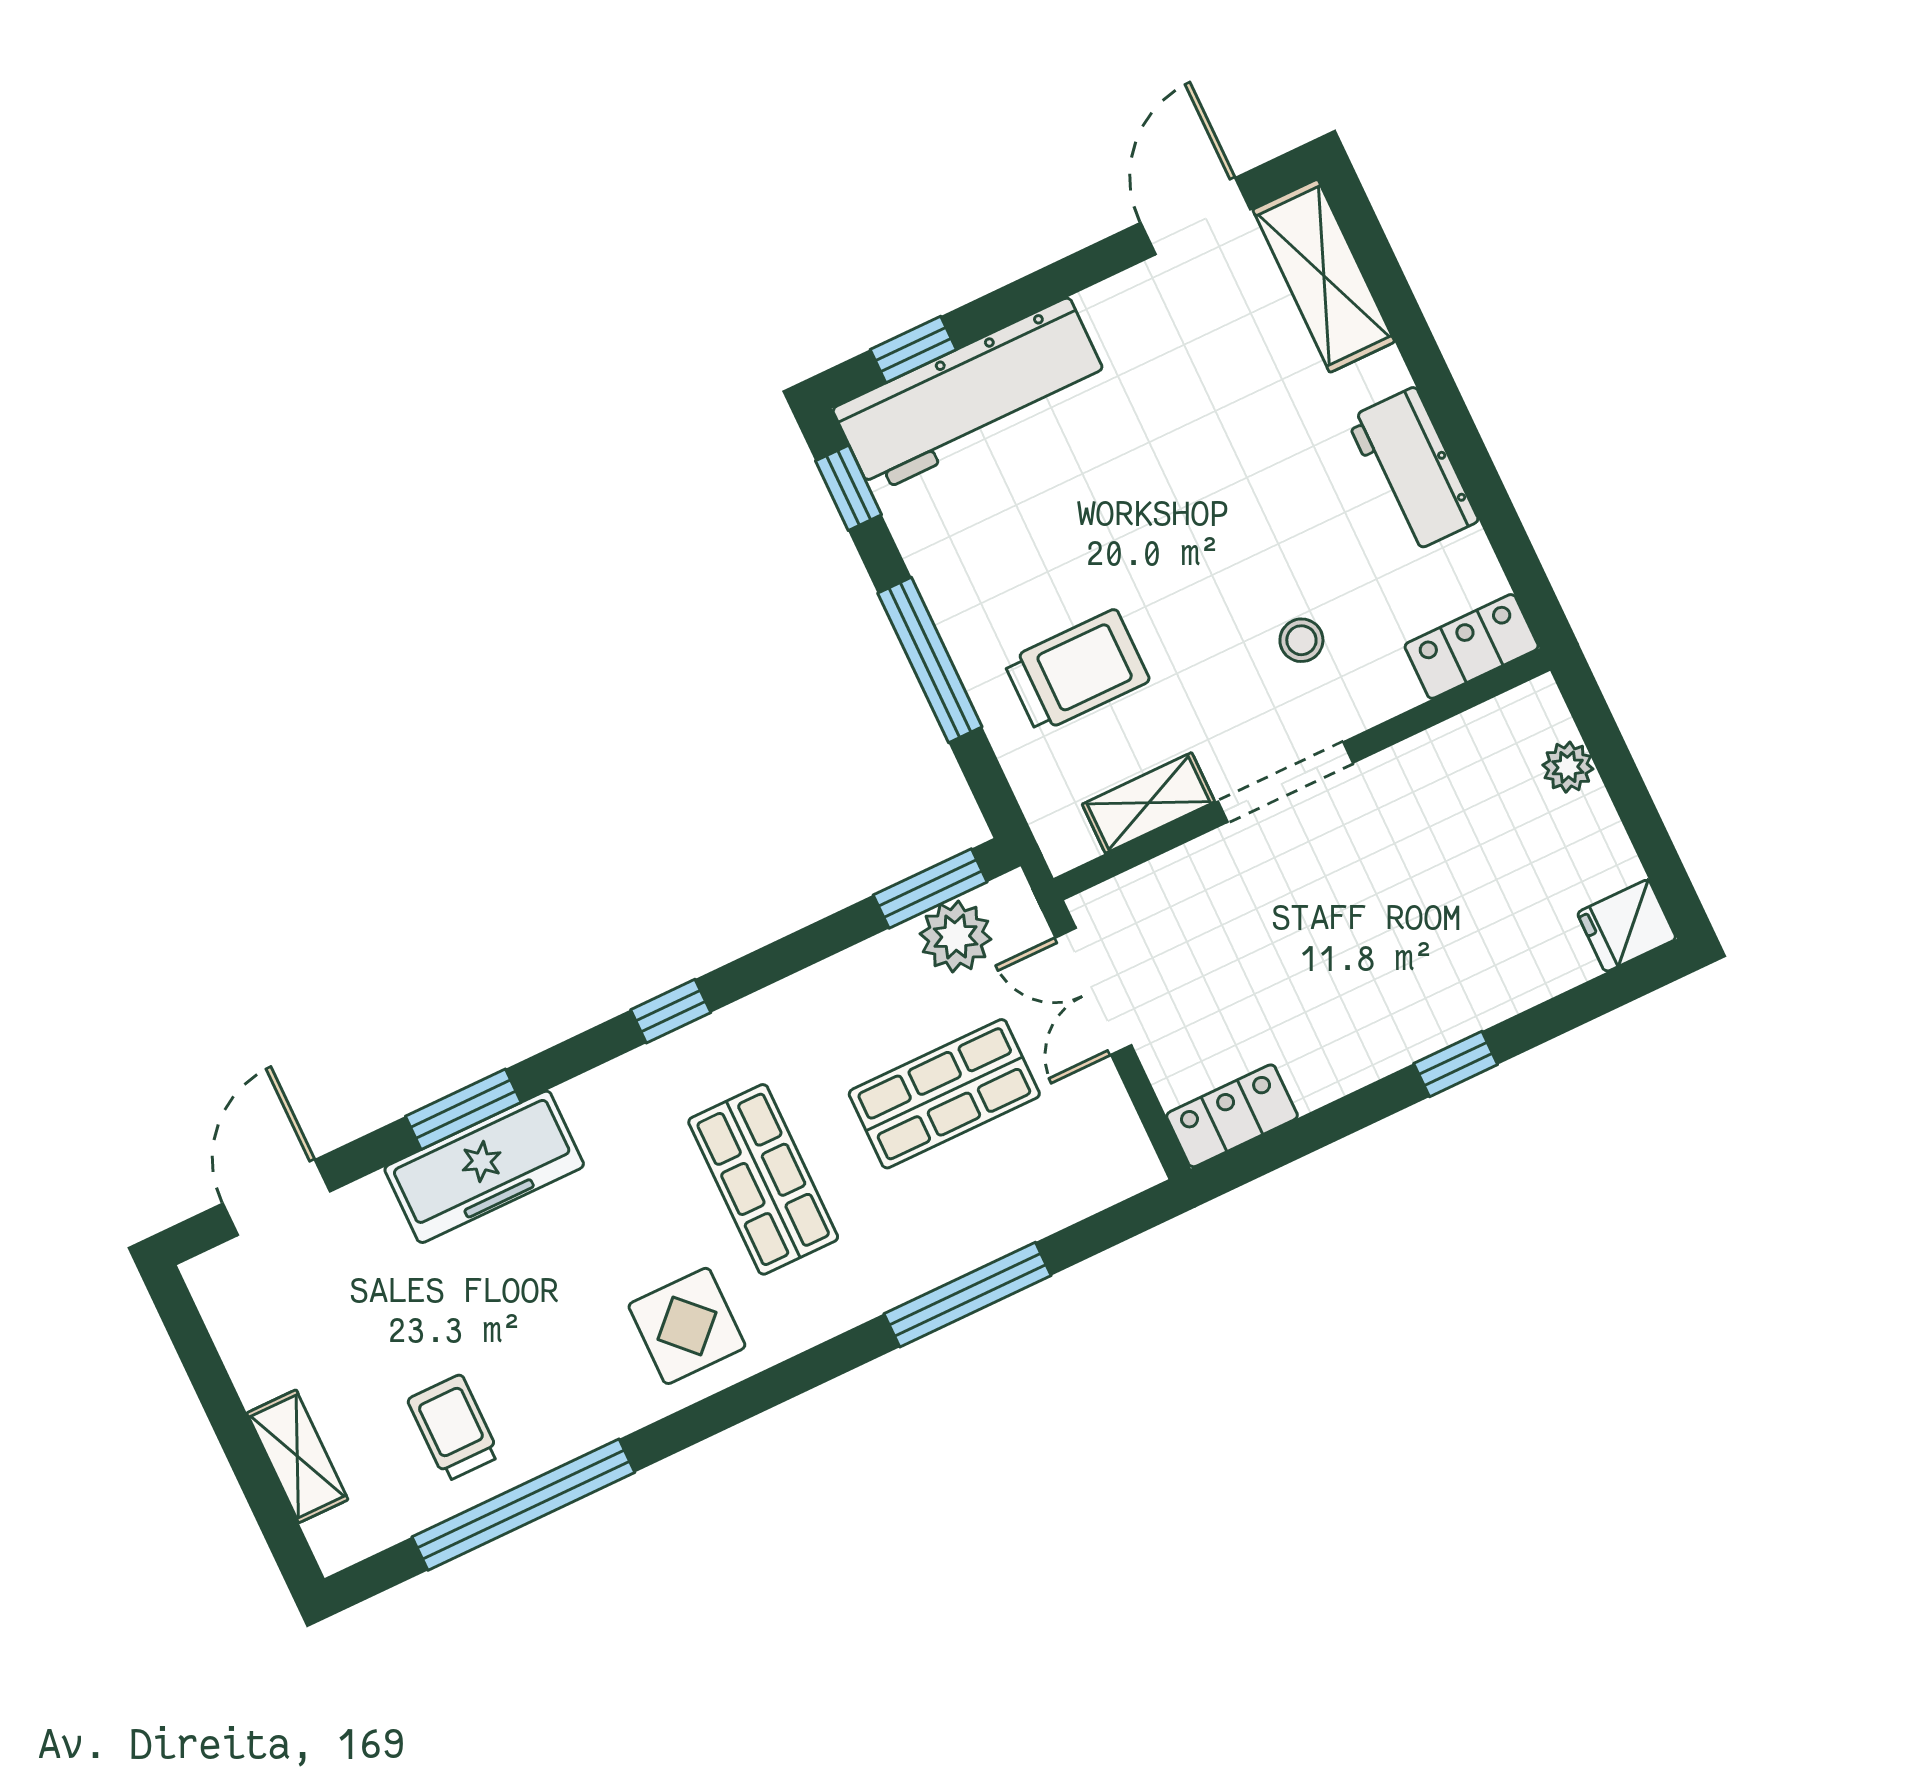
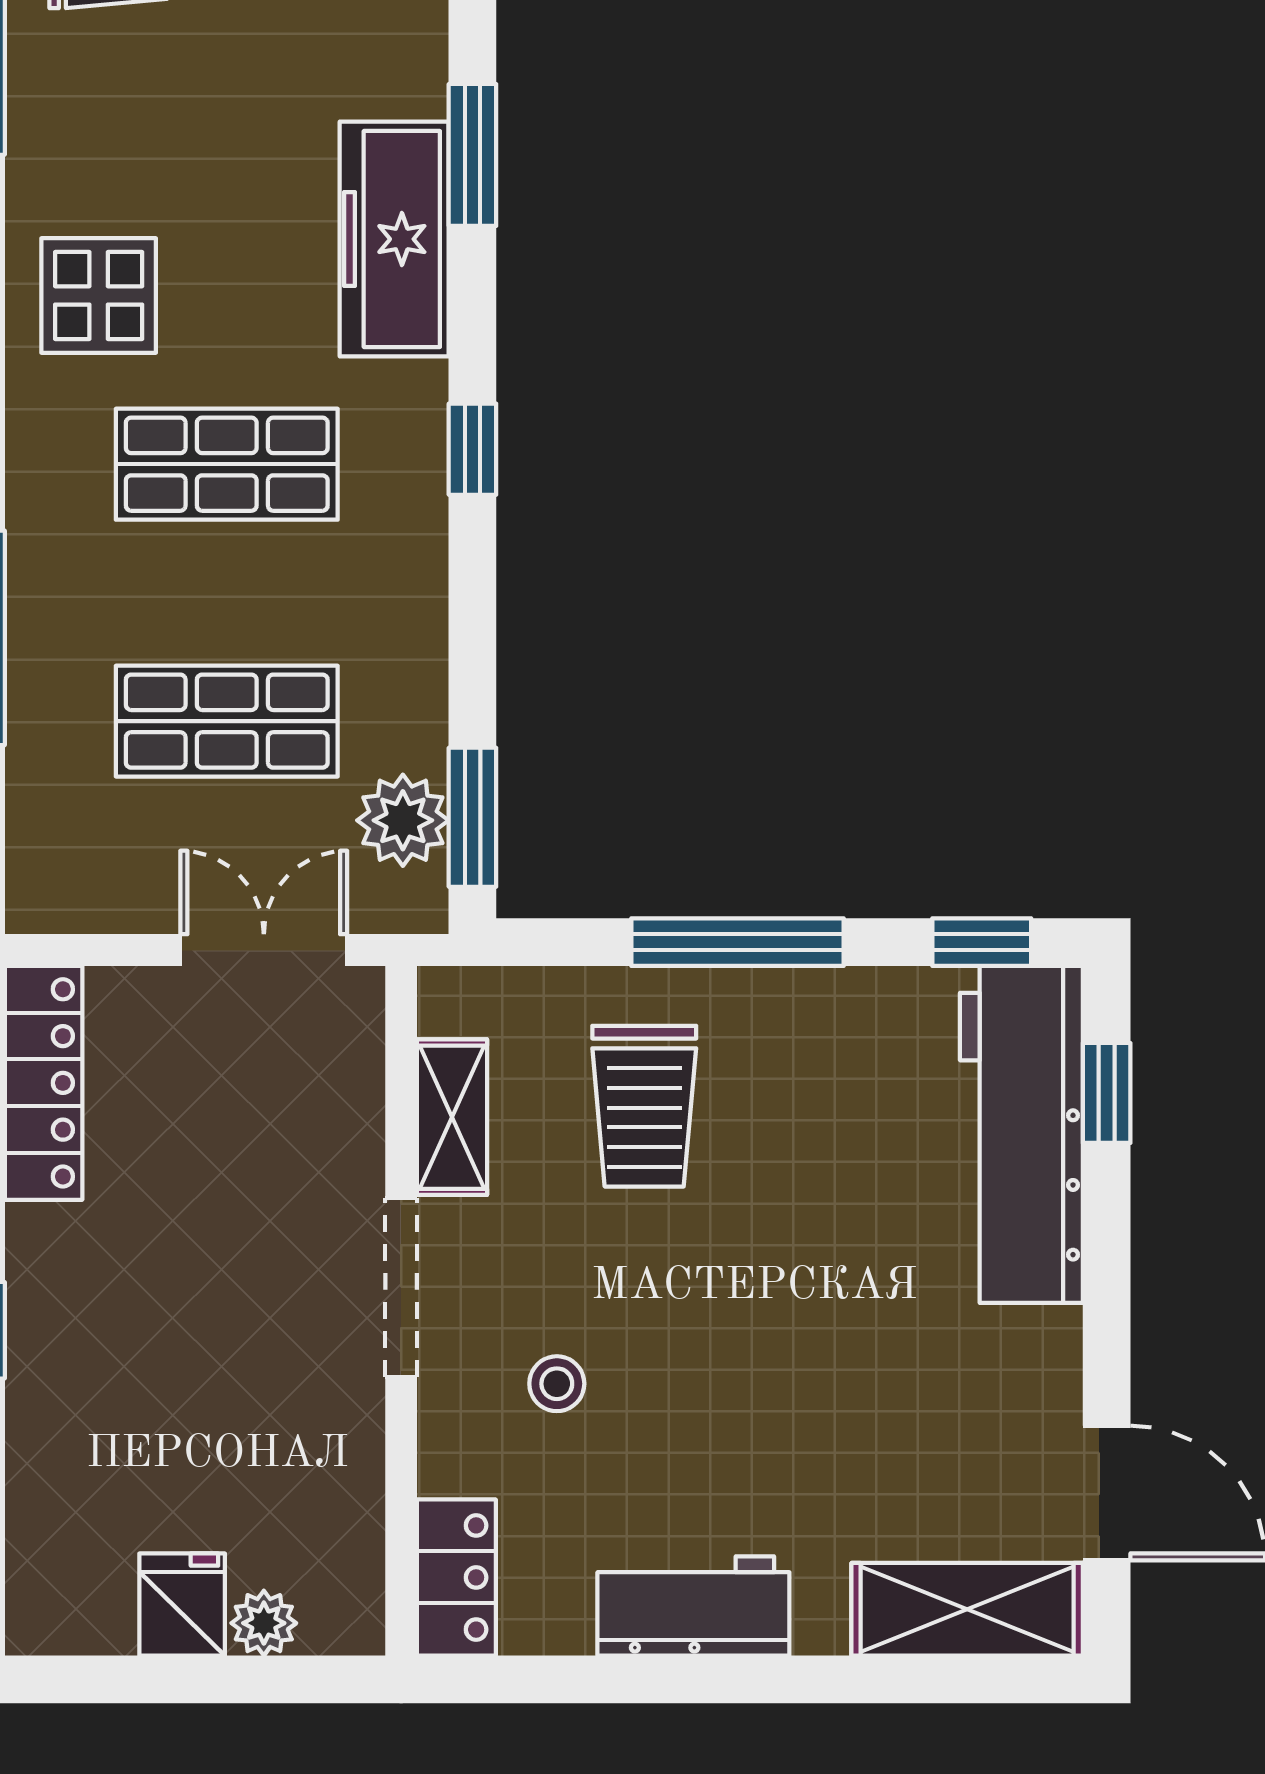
fridge: (1627, 926) -> (182, 1604), moved
shop shelf: (944, 1094) -> (227, 721), turned 90
locker: (1232, 1116) -> (44, 1083), width x1.53
freezer: (484, 1167) -> (394, 239), moved

